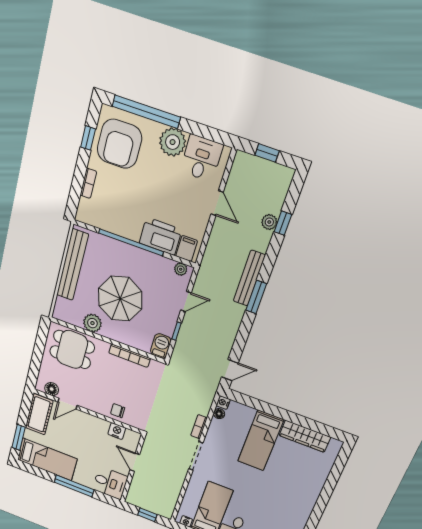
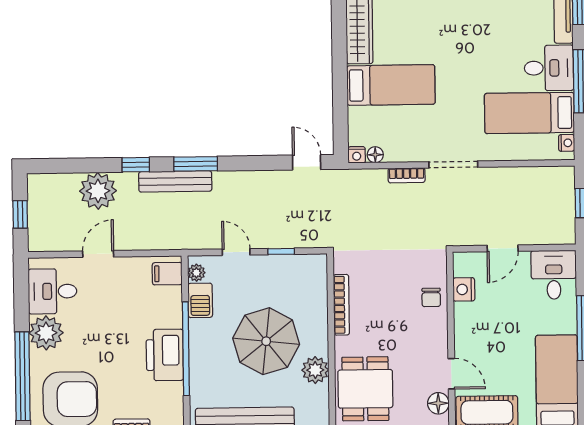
plant: (269, 222) -> (98, 191), width x1.87, depth x1.87
window: (283, 223) -> (136, 165), moved
printer: (160, 236) -> (165, 355), moved
barbecue: (161, 346) -> (200, 300), moved, turned -90

